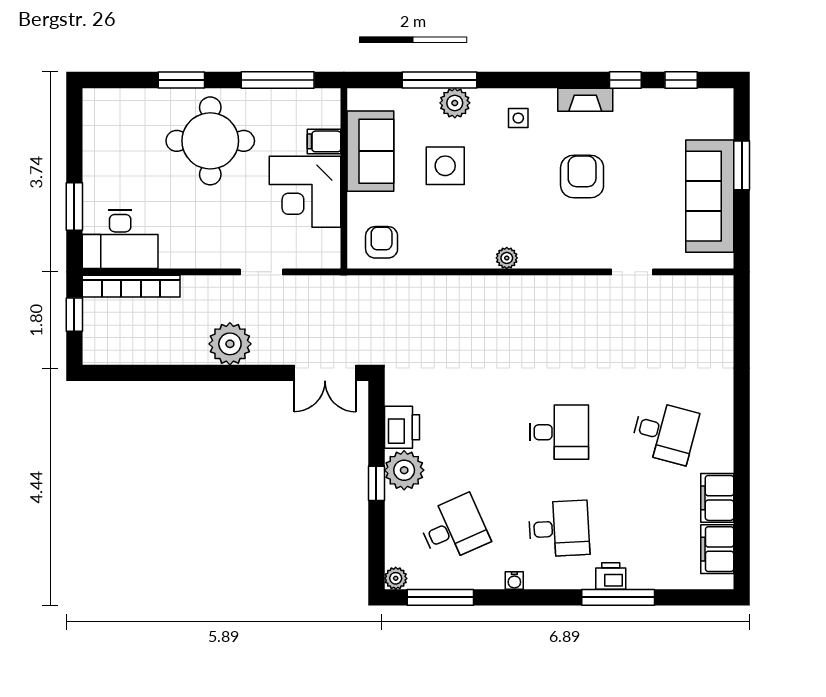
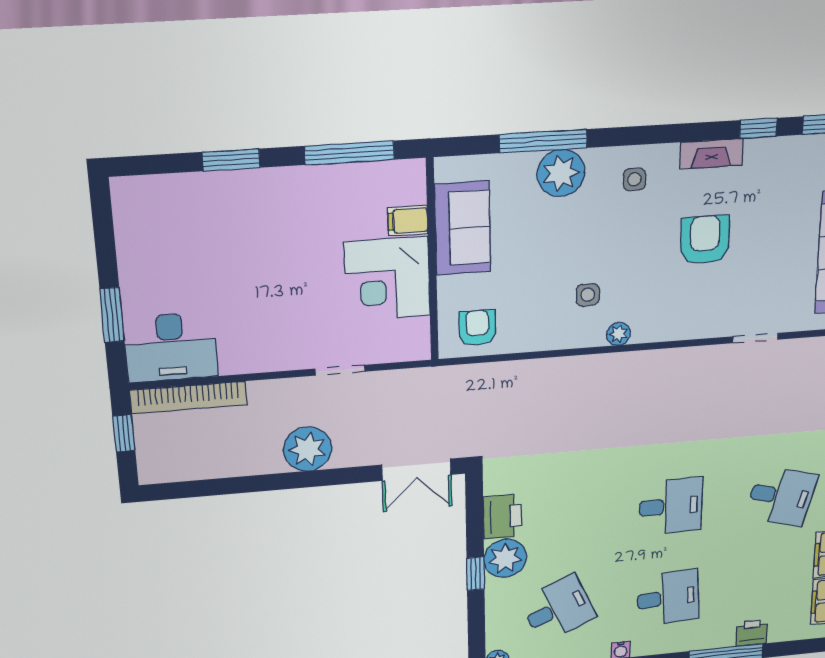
plant: (455, 103) -> (561, 173), width x1.36, depth x1.36
round table: (210, 141) -> (271, 229), removed
side table: (445, 166) -> (588, 295), moved, width x0.54, depth x0.54
printer: (611, 576) -> (752, 633), moved

